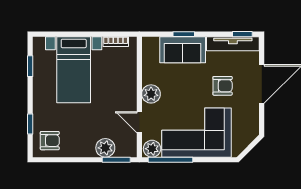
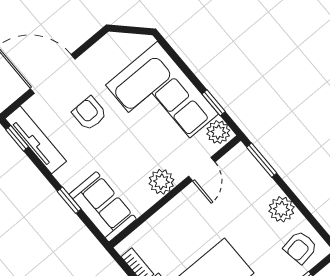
sofa: (183, 50) -> (103, 207), moved
armchair: (50, 141) -> (300, 247), turned -99
plant: (105, 148) -> (281, 209), moved
window: (171, 160) -> (214, 103), width x0.46

